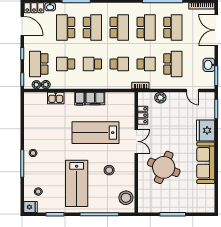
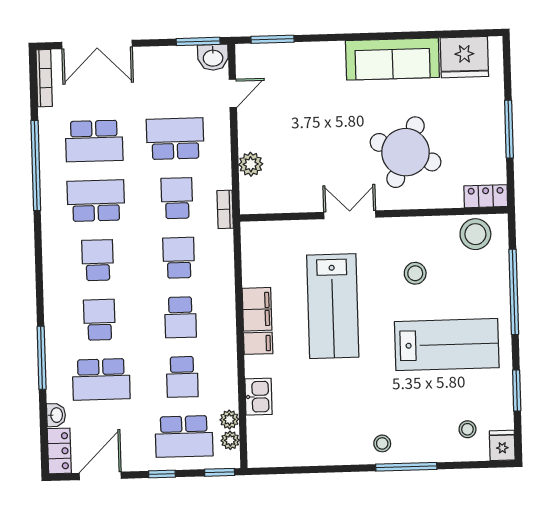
school desk: (92, 27) -> (99, 320), width x0.54
school desk: (119, 27) -> (98, 260), width x0.54
school desk: (173, 27) -> (94, 141), turned 180
washbasin: (209, 65) -> (213, 57), moved
locker: (143, 115) -> (486, 196), moved
fridge: (206, 130) -> (464, 57), moved

